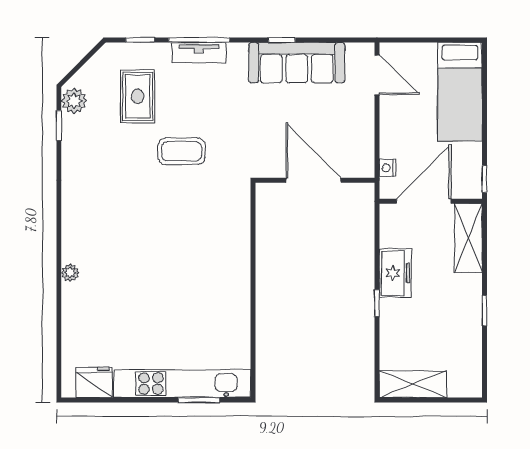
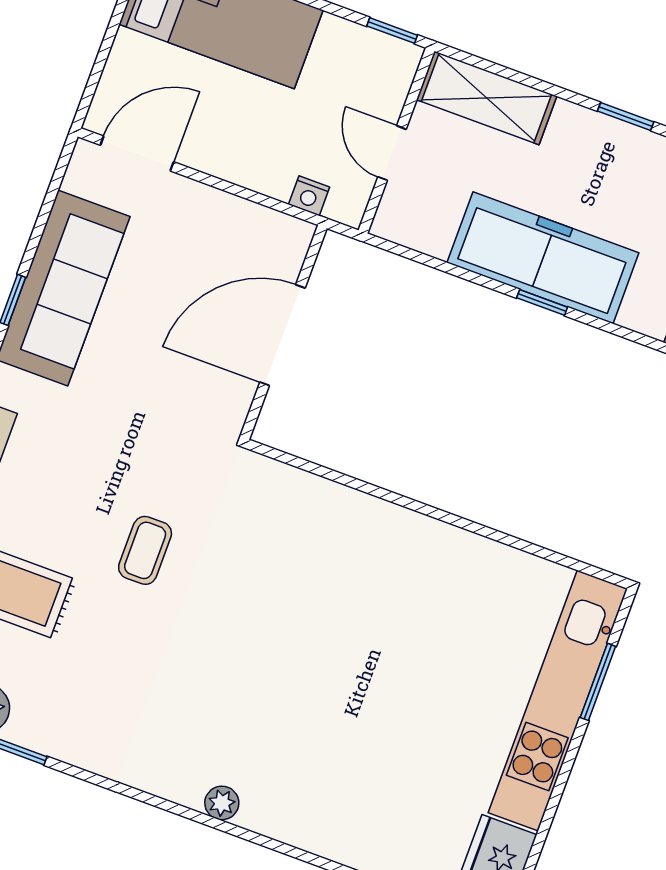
coffee table: (181, 151) -> (145, 550), width x0.73, depth x0.77
door: (424, 201) -> (392, 153), width x0.53
plant: (70, 273) -> (222, 803), moved
freezer: (395, 273) -> (543, 258), width x1.91, depth x1.26

